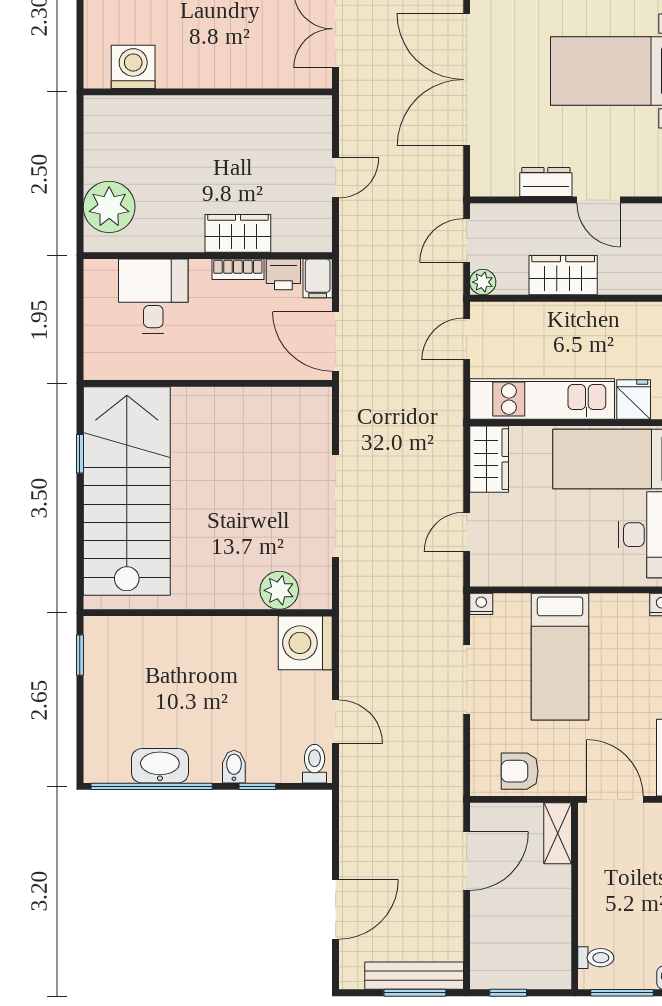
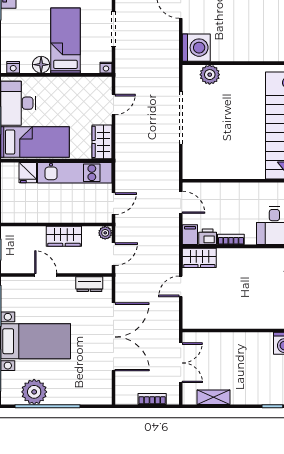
dresser: (546, 182) -> (89, 284), moved
wardrobe: (238, 233) -> (199, 258), moved
door: (336, 342) -> (181, 202), width x0.73
floor lamp: (608, 610) -> (41, 65), added

